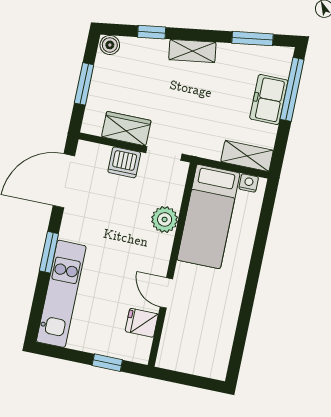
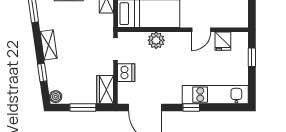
wardrobe: (126, 129) -> (105, 90), moved
window: (49, 252) -> (191, 107), width x0.67

